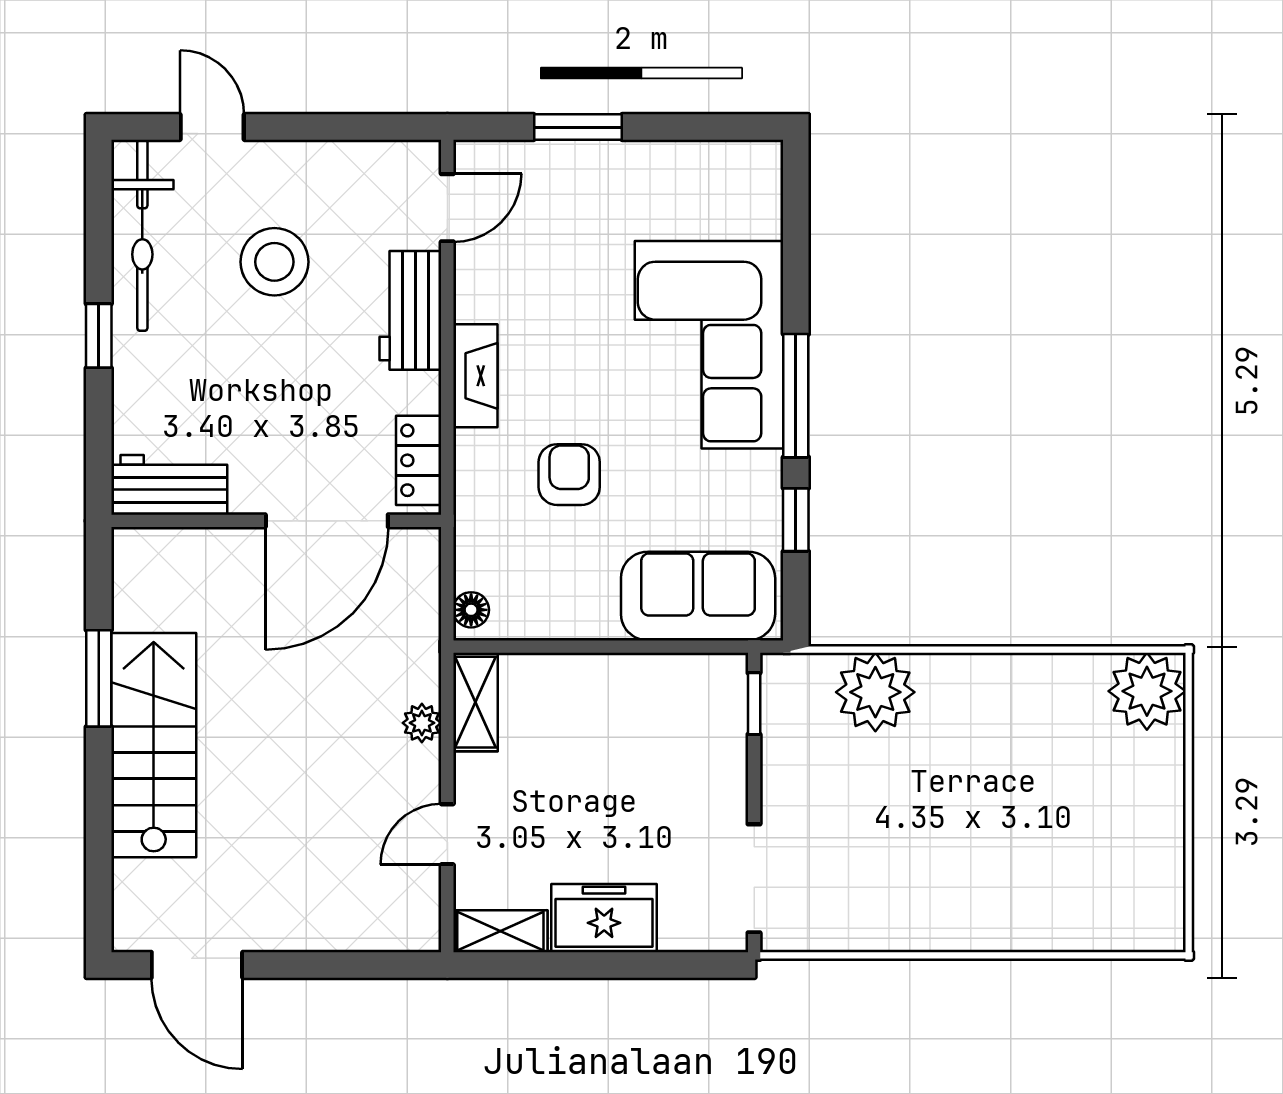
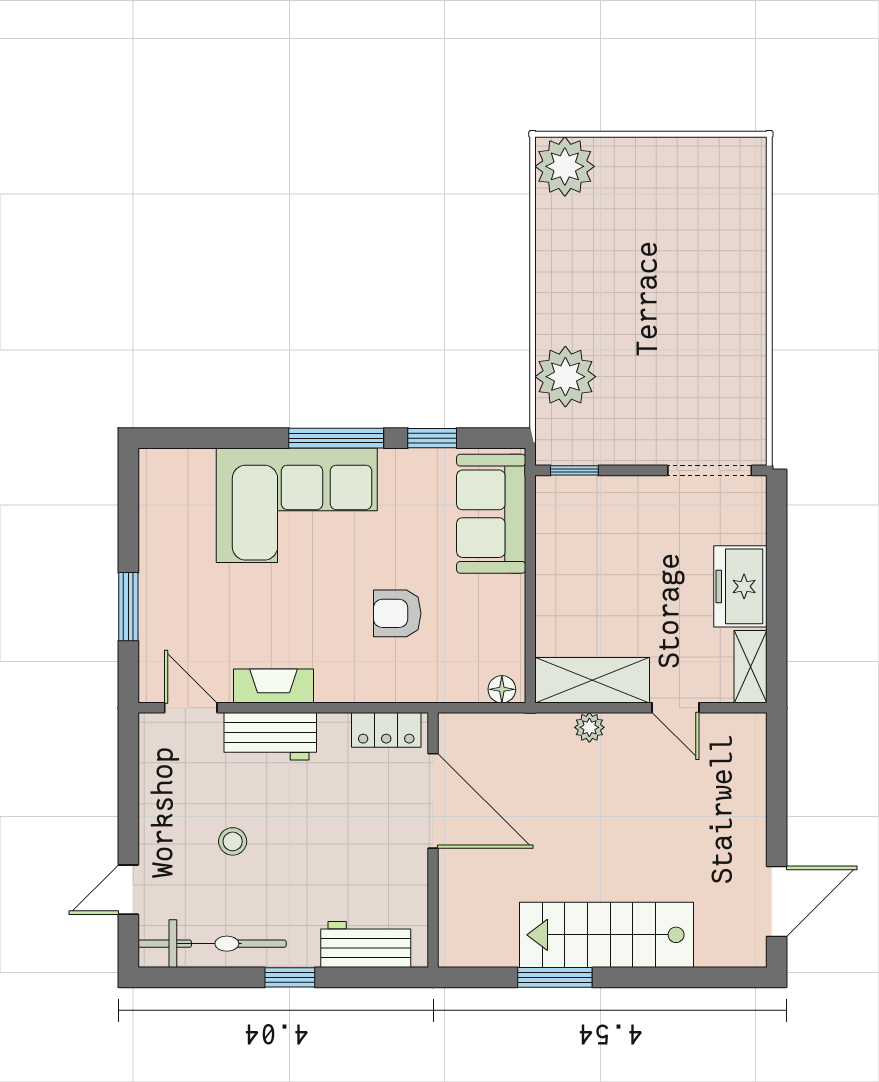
stool: (274, 262) -> (233, 841), width x0.53, depth x0.53
fireplace: (475, 376) -> (274, 686), moved
workbench: (169, 485) -> (366, 944), moved, turned 90
shelving: (475, 702) -> (592, 680), width x1.50, depth x1.33

